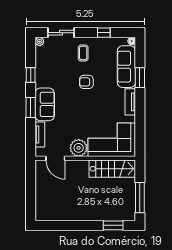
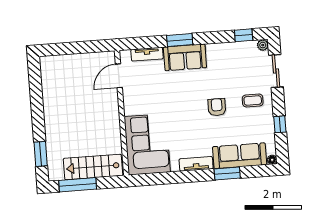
window: (31, 75) -> (244, 35), moved
plant: (79, 148) -> (134, 104), removed
stairs: (112, 169) -> (93, 167), moved, turned 90

